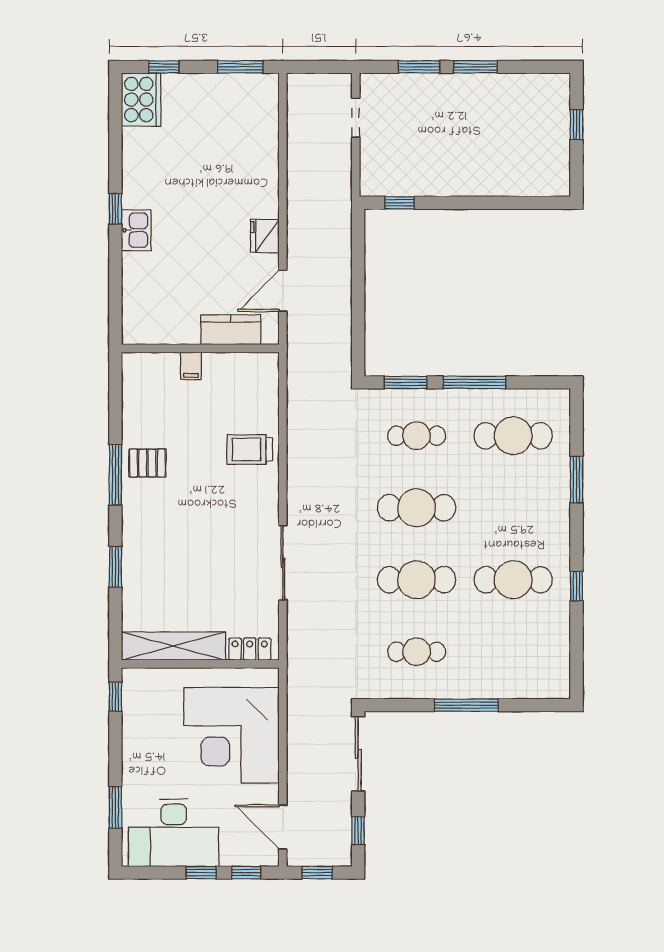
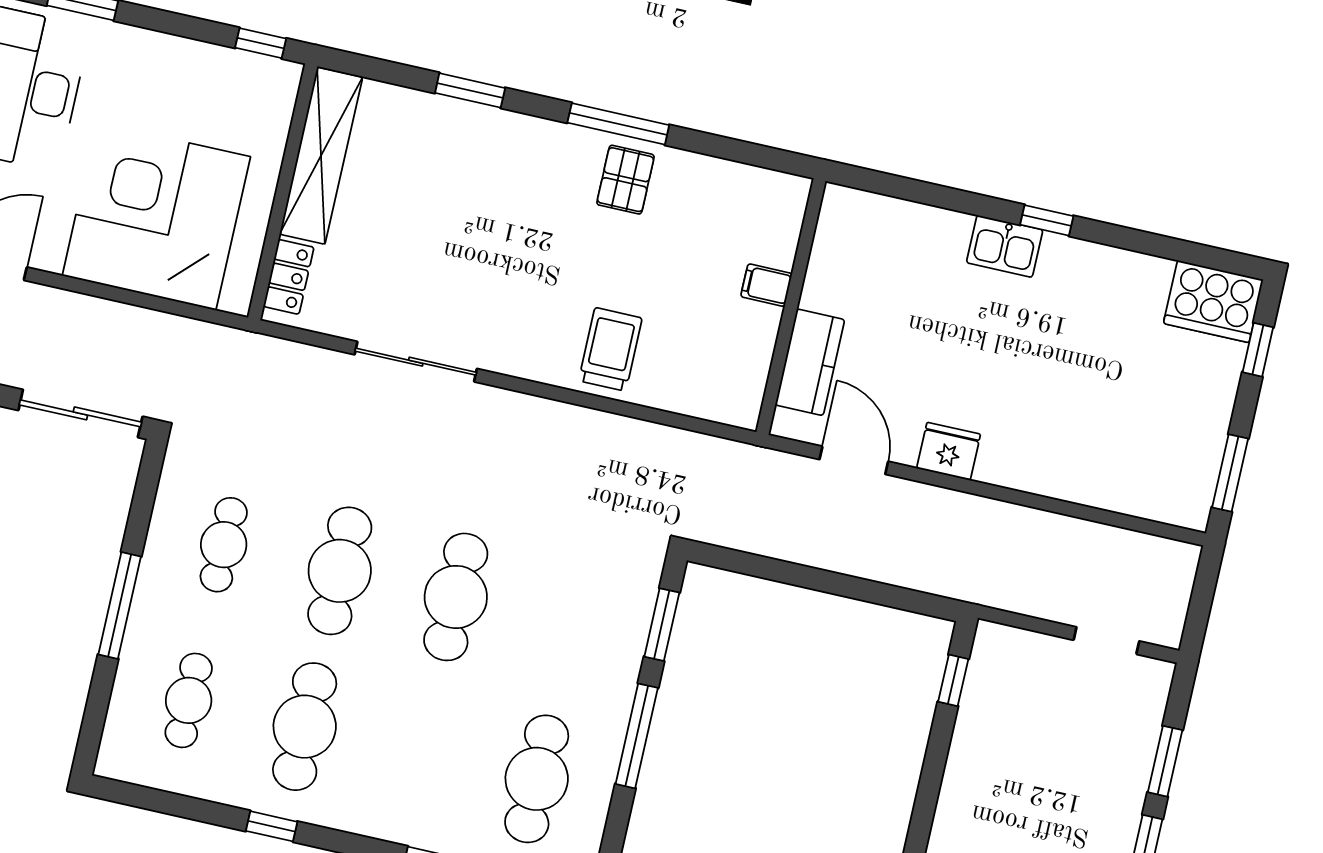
cafe table: (417, 436) -> (189, 700), moved

